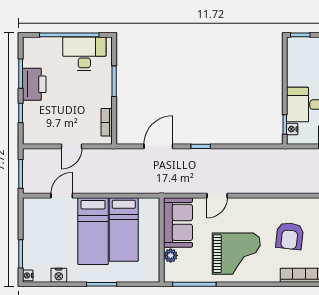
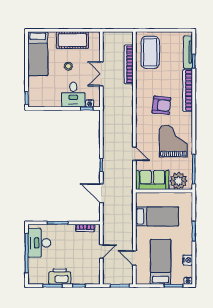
door: (72, 146) -> (101, 251), hinge flipped
bed: (93, 231) -> (161, 262), moved, turned -90
plant: (171, 255) -> (179, 181), width x1.87, depth x1.87

